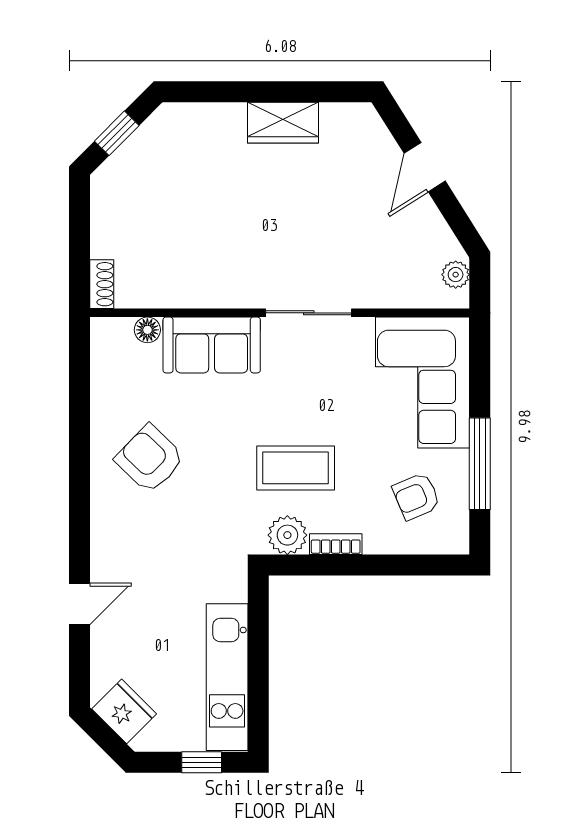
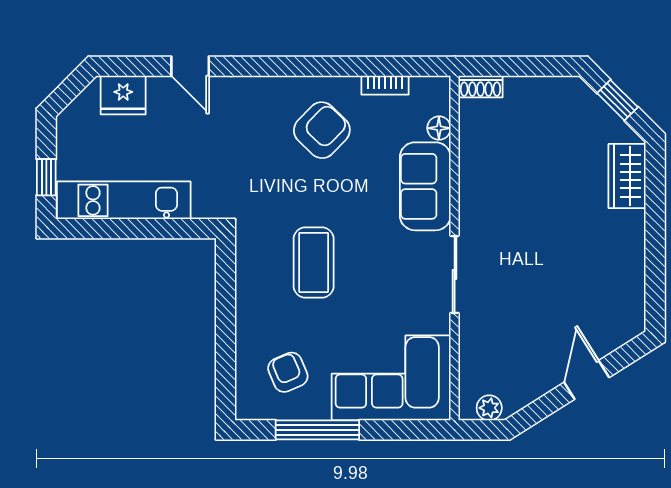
wardrobe: (283, 123) -> (627, 176), moved
door: (425, 167) -> (587, 380), hinge flipped
plant: (287, 535) -> (253, 255), removed
bookcase: (336, 544) -> (385, 85), moved, turned 90
fridge: (124, 711) -> (123, 95), moved, turned 45

